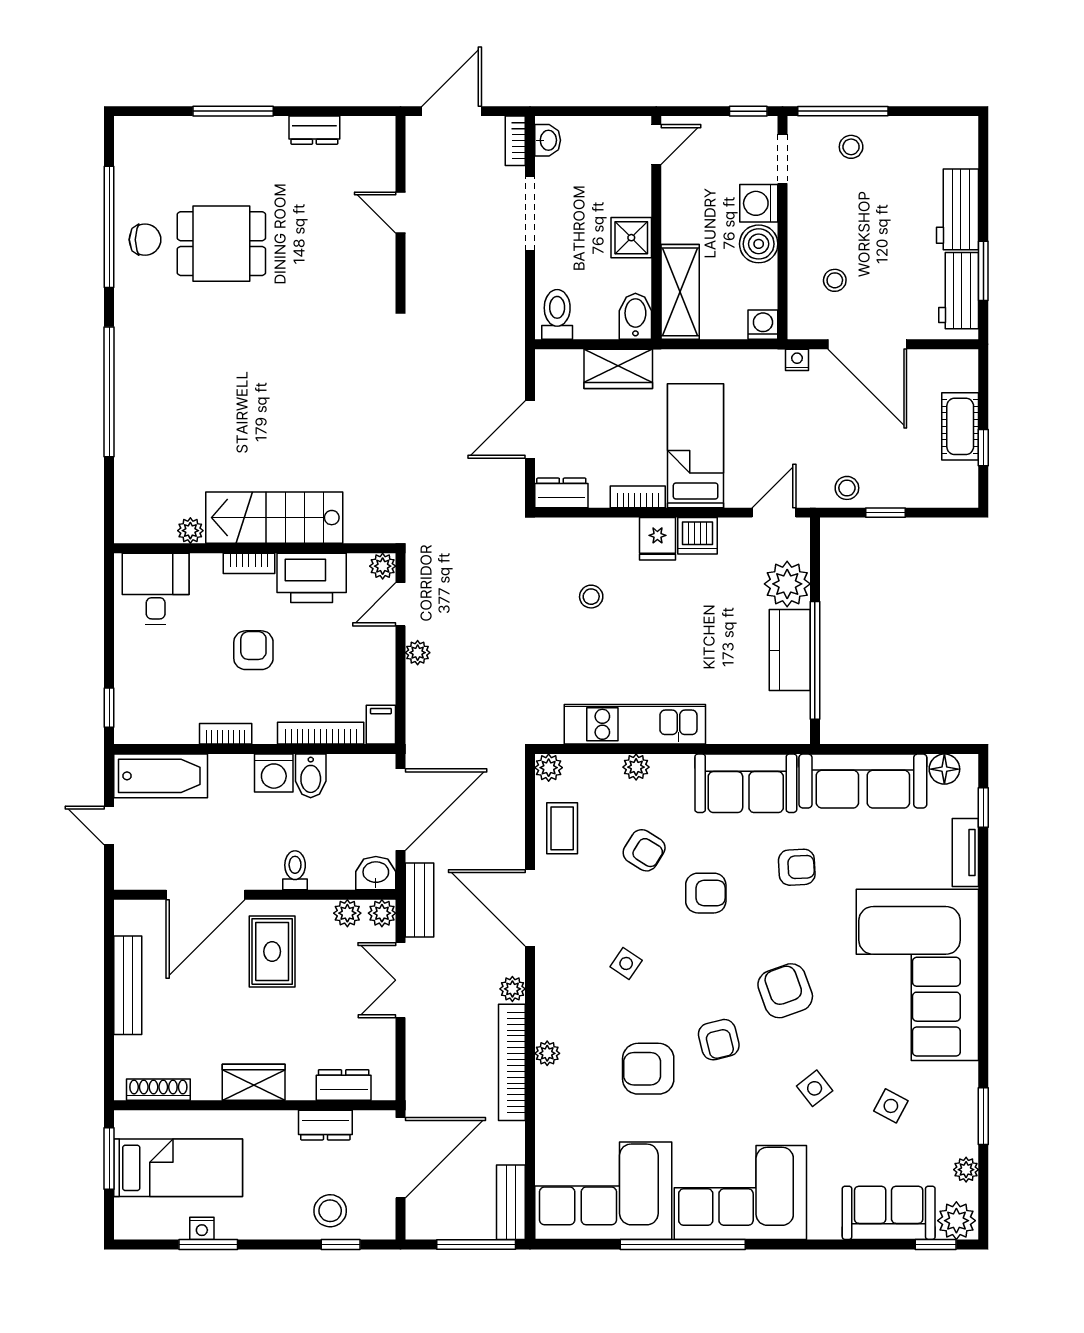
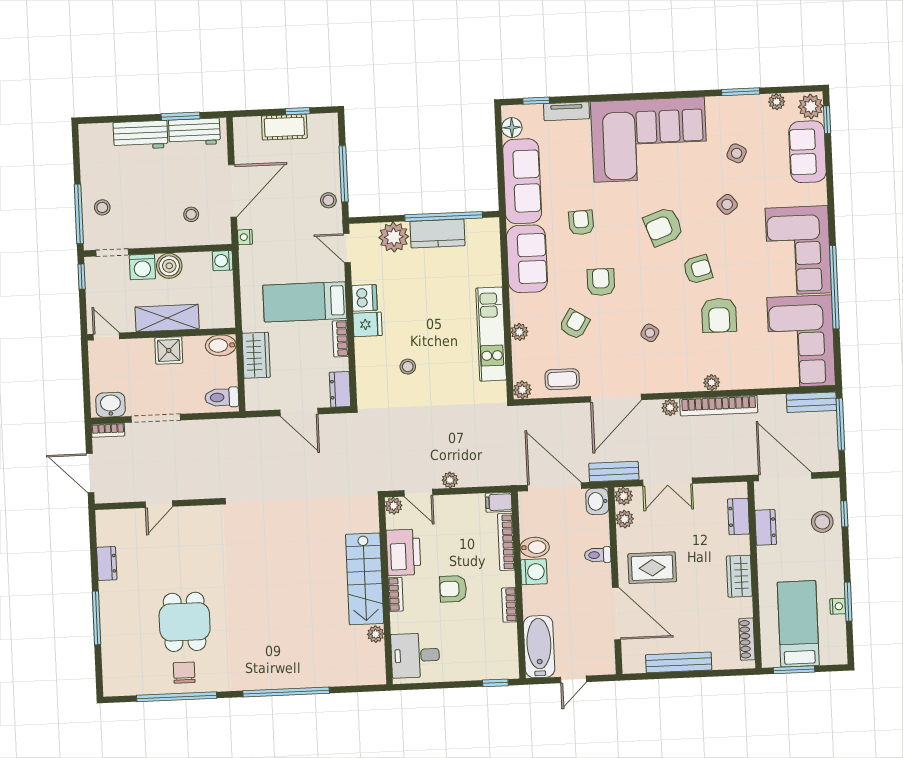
washbasin: (548, 140) -> (110, 405), width x1.38, depth x1.45
shelving: (680, 292) -> (167, 318), moved
window: (886, 513) -> (344, 174), width x2.17

